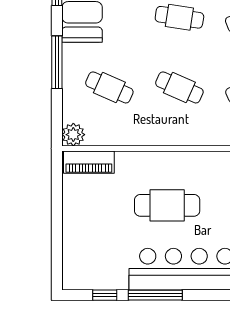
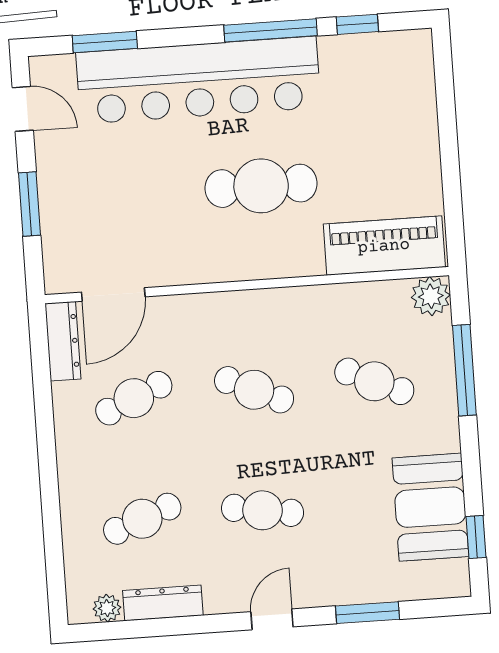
window: (57, 62) -> (464, 370), moved
piano: (89, 162) -> (384, 246), width x1.37, depth x1.33

